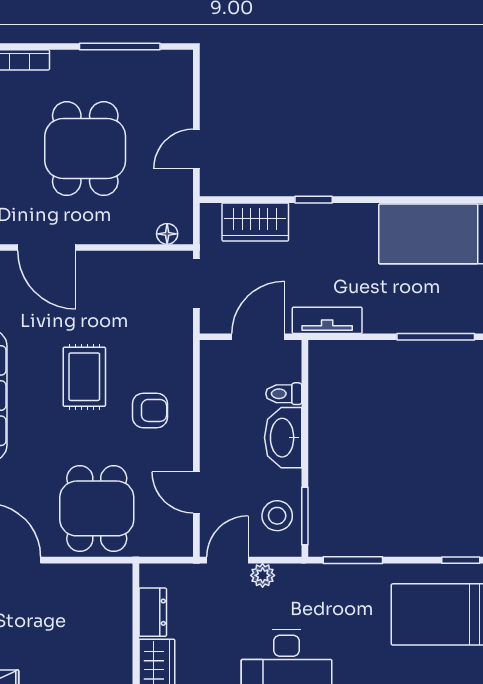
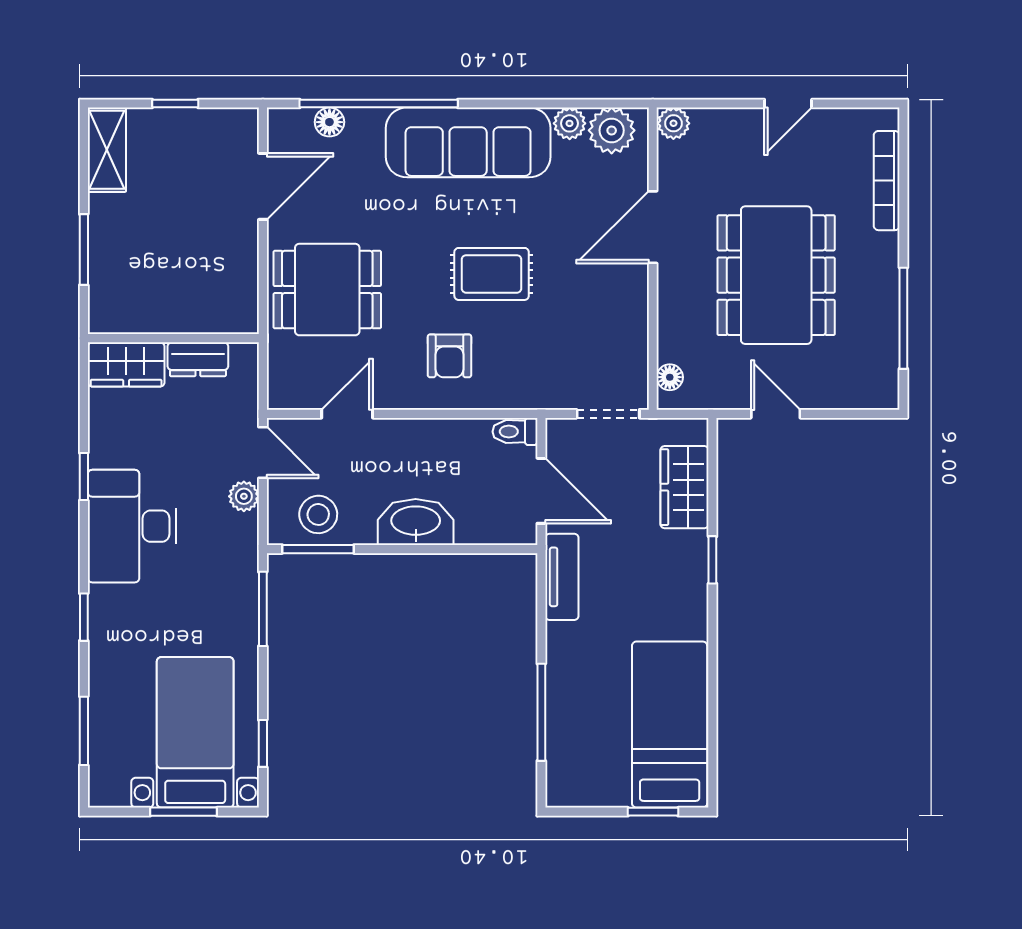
dining table: (85, 149) -> (776, 275), width x1.38
toilet: (284, 394) -> (515, 432), moved, turned -90

